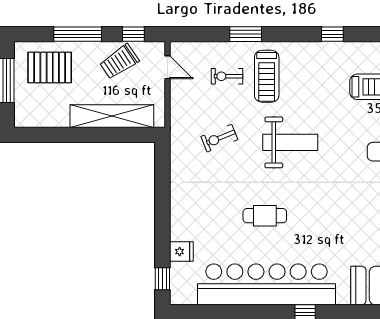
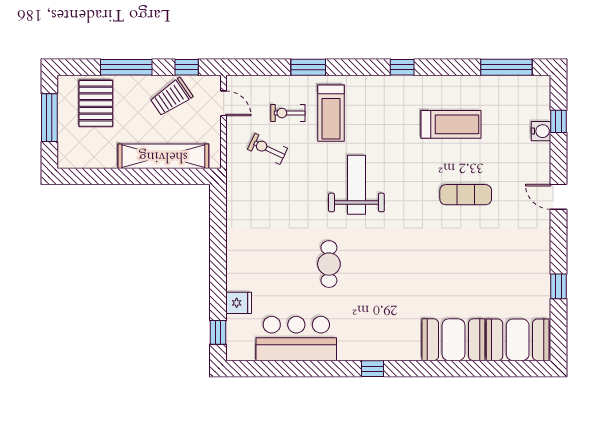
pallet: (50, 67) -> (96, 103), turned 90
exercise bike: (219, 138) -> (268, 149), moved, turned 47
weight bench: (290, 142) -> (356, 185), turned -90
cafe table: (265, 216) -> (329, 264), turned 90
bar counter: (267, 284) -> (296, 338), width x0.54

